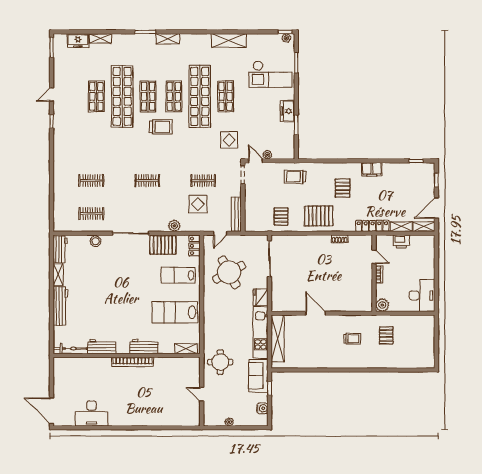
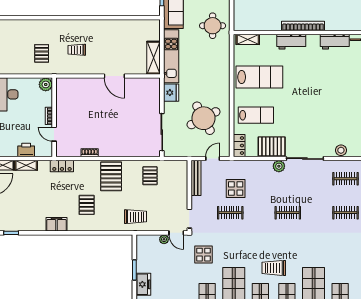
pallet: (319, 216) -> (111, 176), turned 90
plant: (174, 226) -> (279, 166), moved
locker: (372, 226) -> (62, 166), width x0.66
shelving: (278, 339) -> (153, 58), width x0.68

